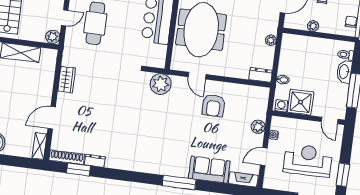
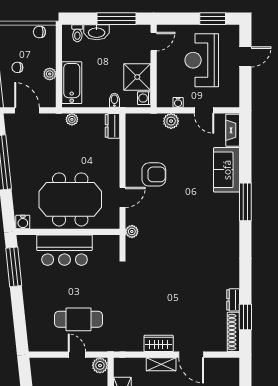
bathtub: (303, 44) -> (72, 83), added
wardrobe: (67, 80) -> (159, 343), moved
plant: (161, 84) -> (132, 231), width x0.53, depth x0.53
shelving: (39, 146) -> (161, 364), moved

